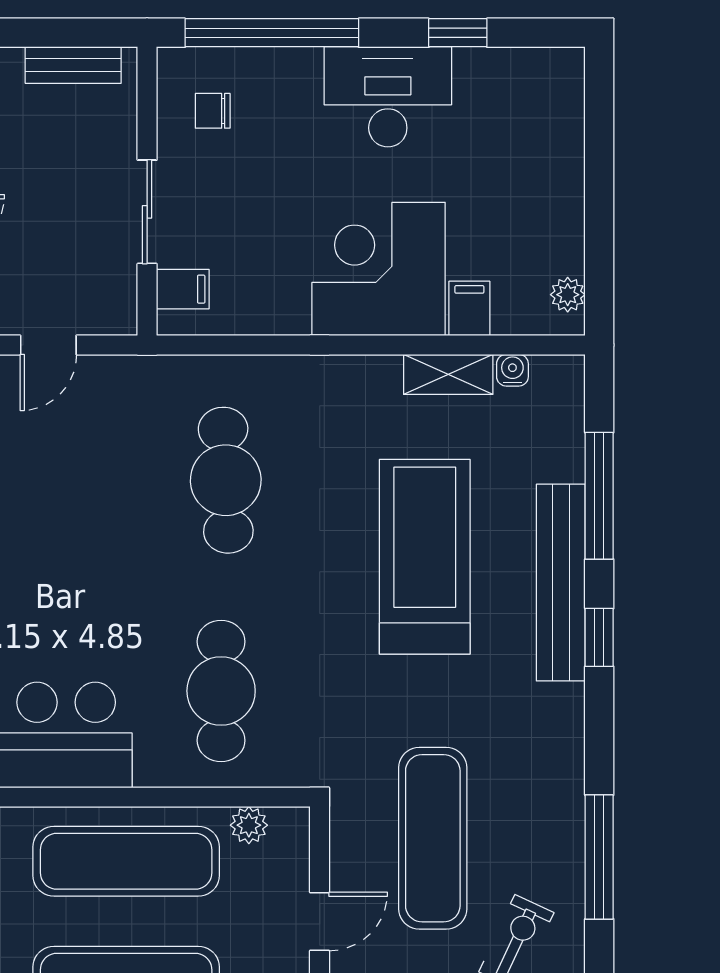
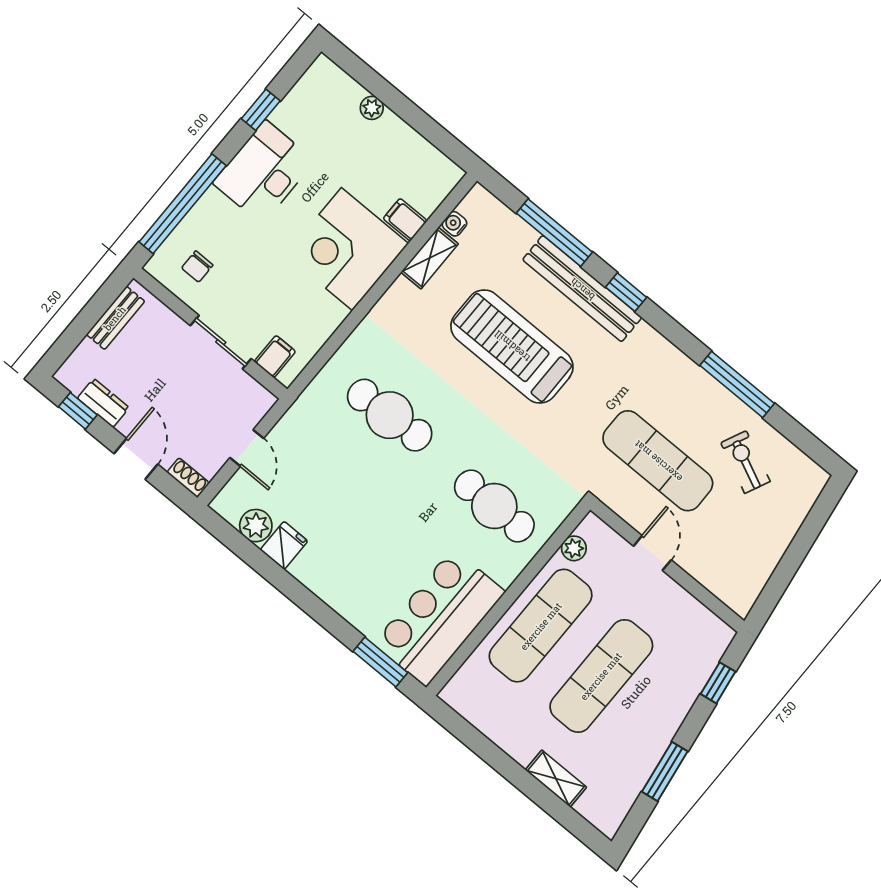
plant: (568, 295) -> (372, 108), moved

